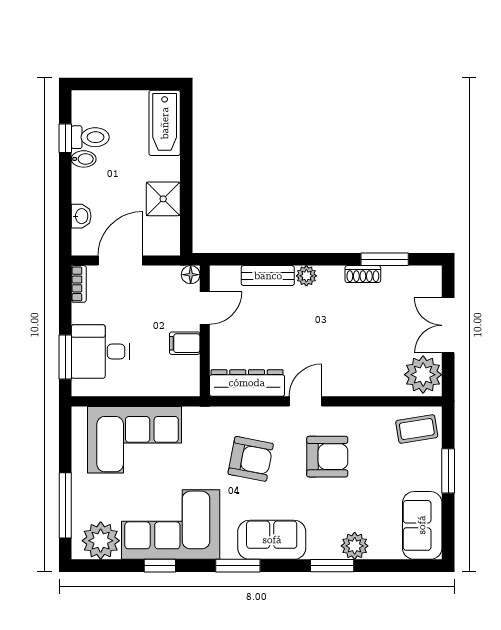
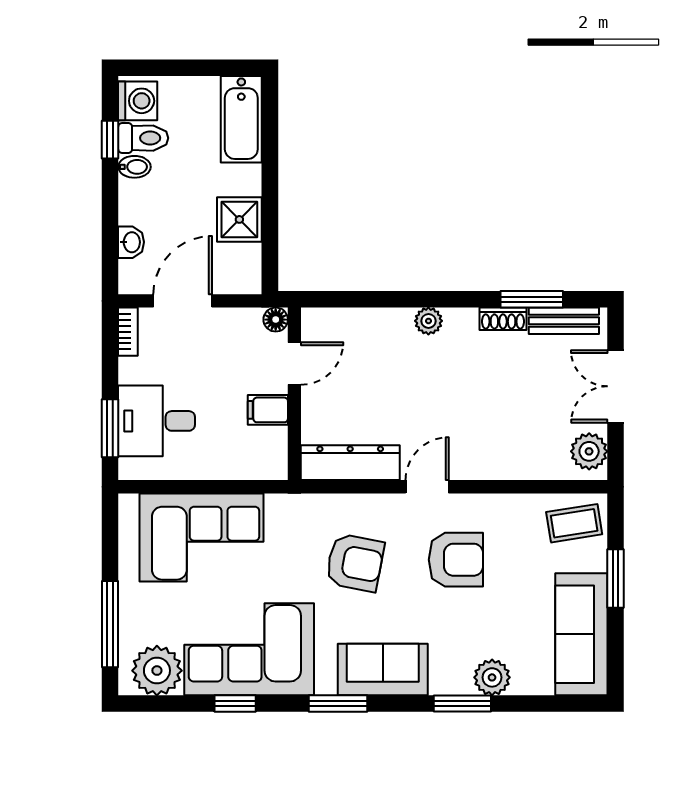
washing machine: (86, 109) -> (138, 101), added
bench: (268, 276) -> (564, 321), moved
plant: (423, 375) -> (589, 451), width x0.73, depth x0.73
sofa: (422, 525) -> (581, 634), width x1.36

